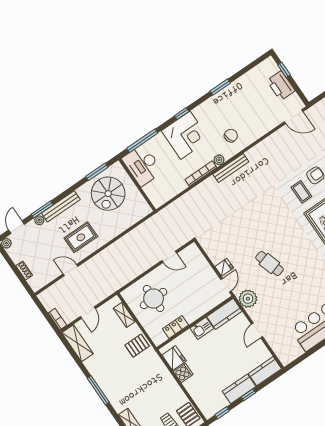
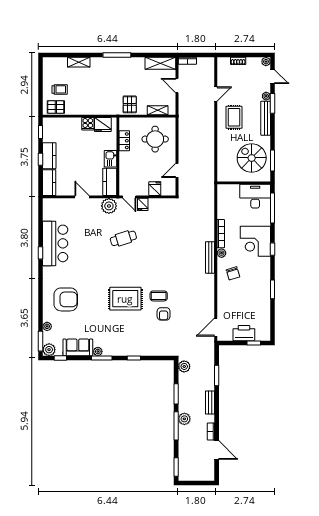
fridge: (201, 266) -> (155, 189), added

